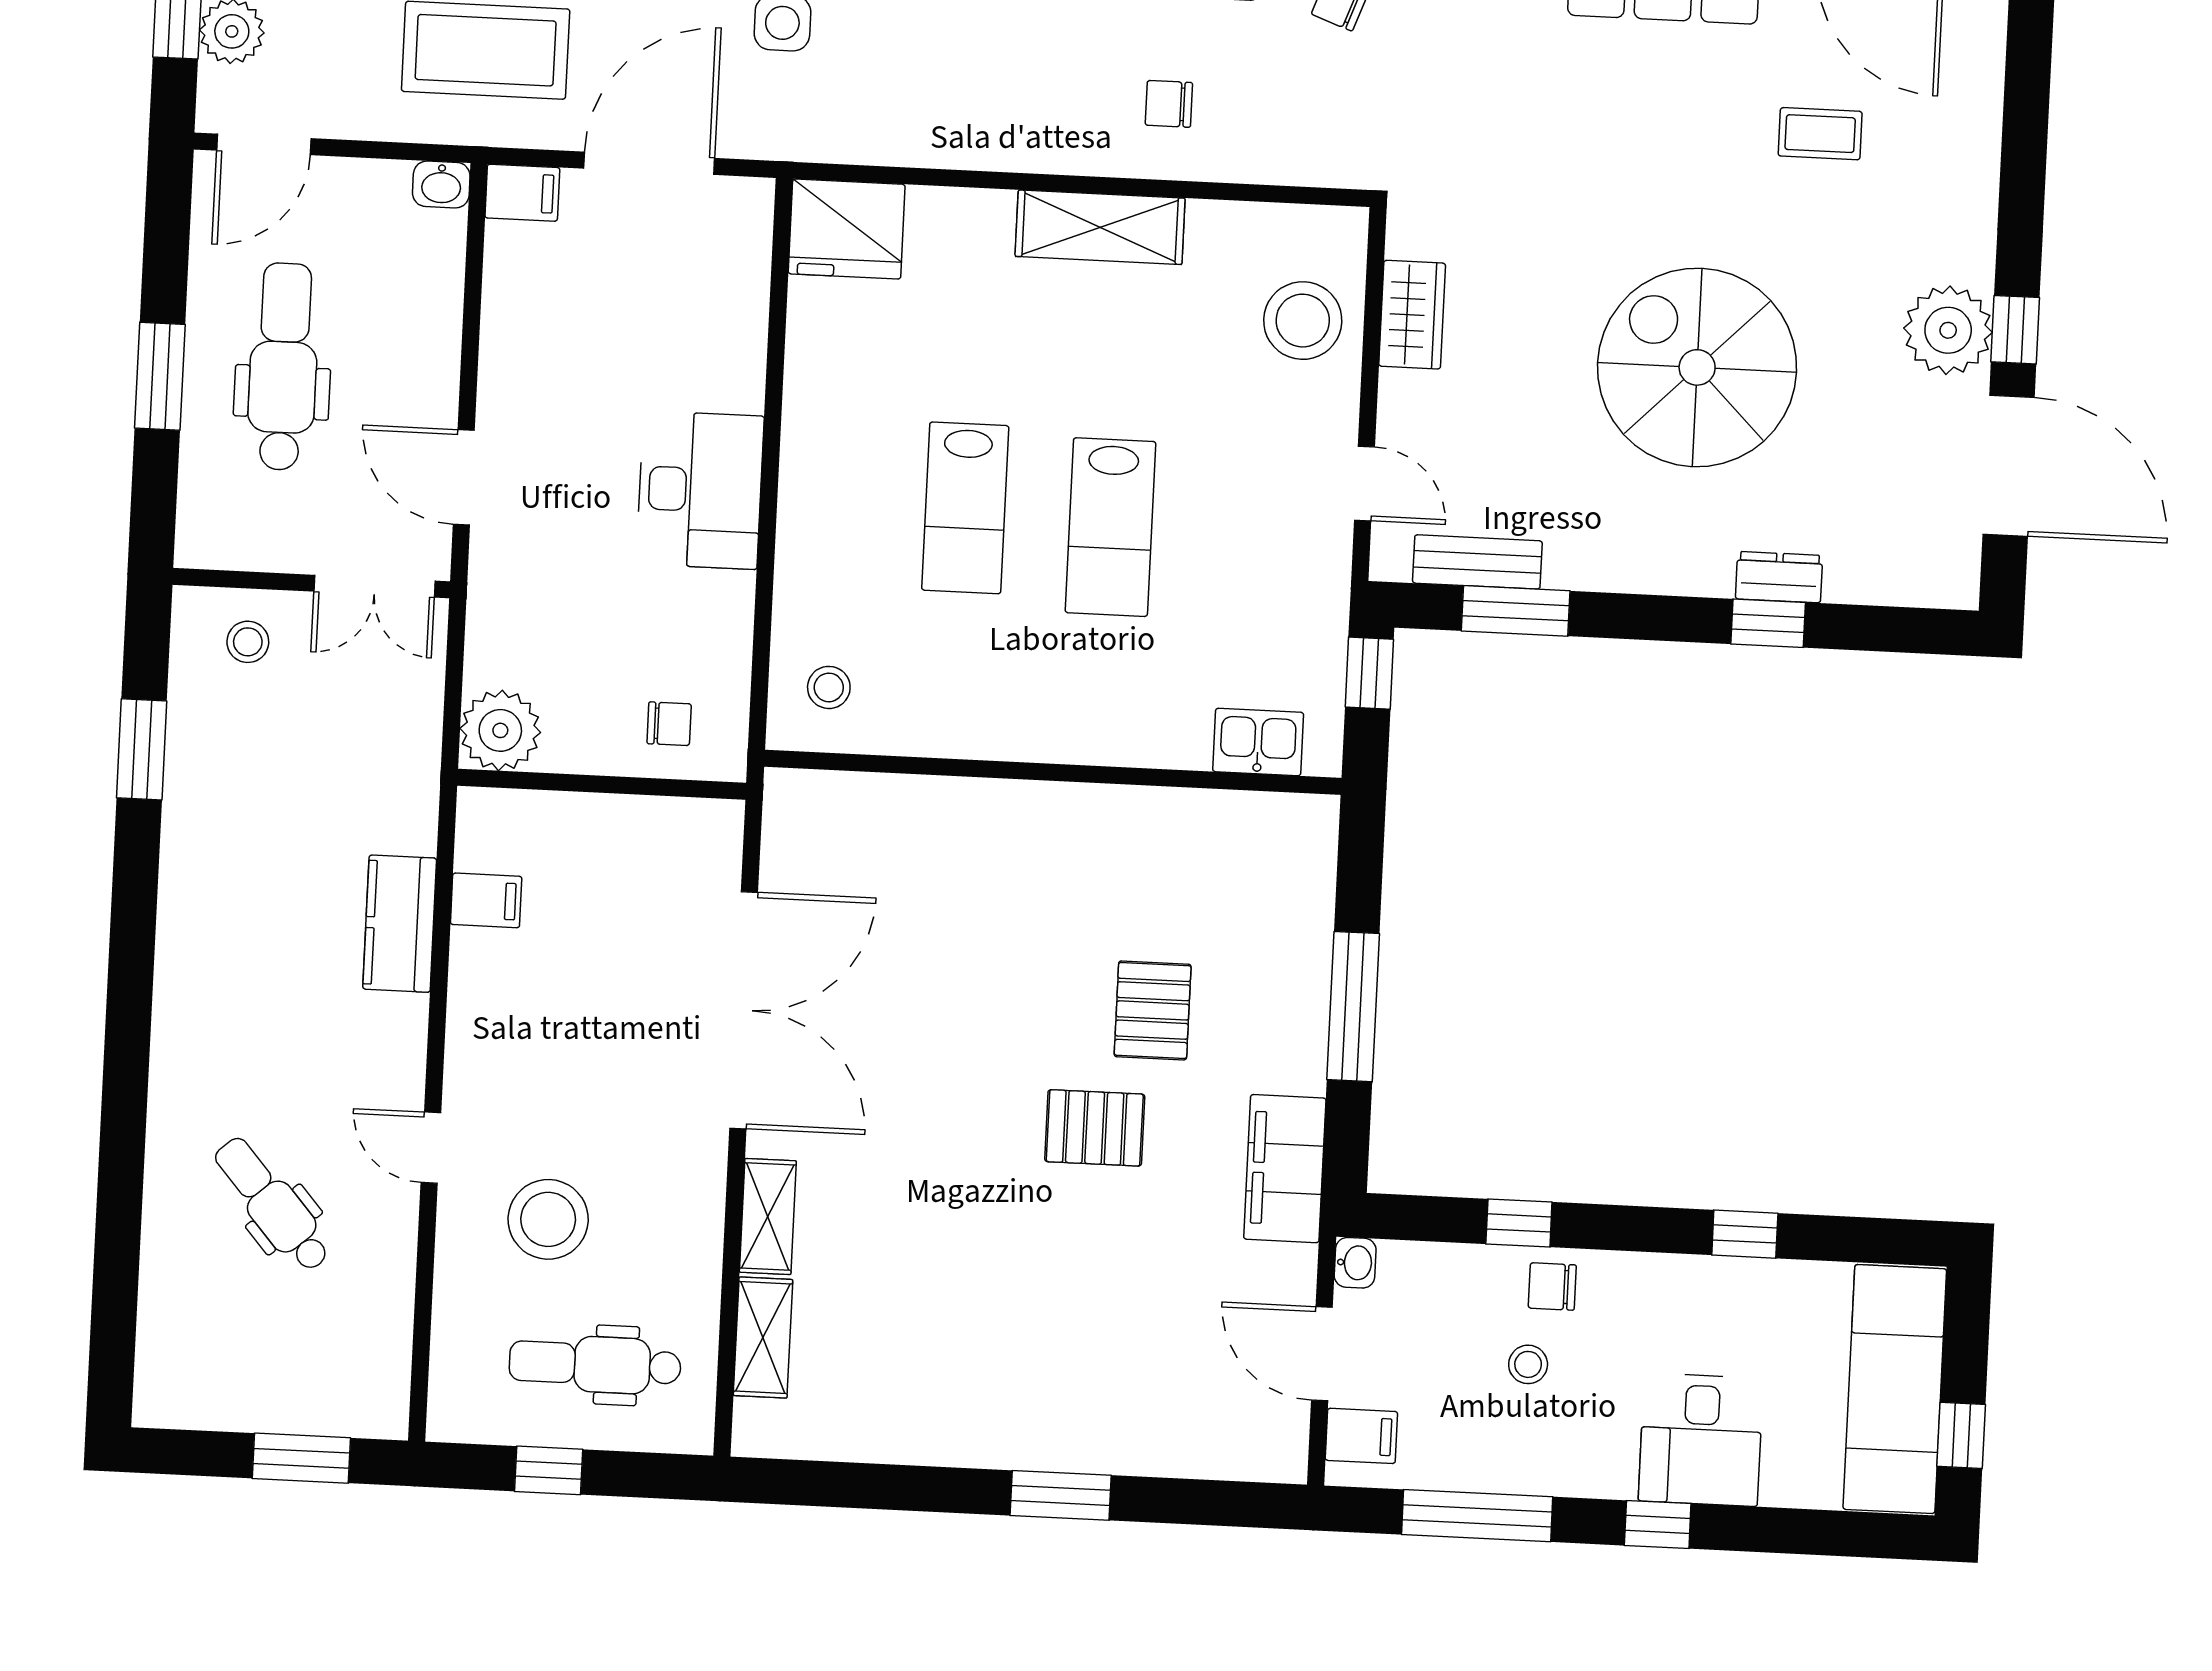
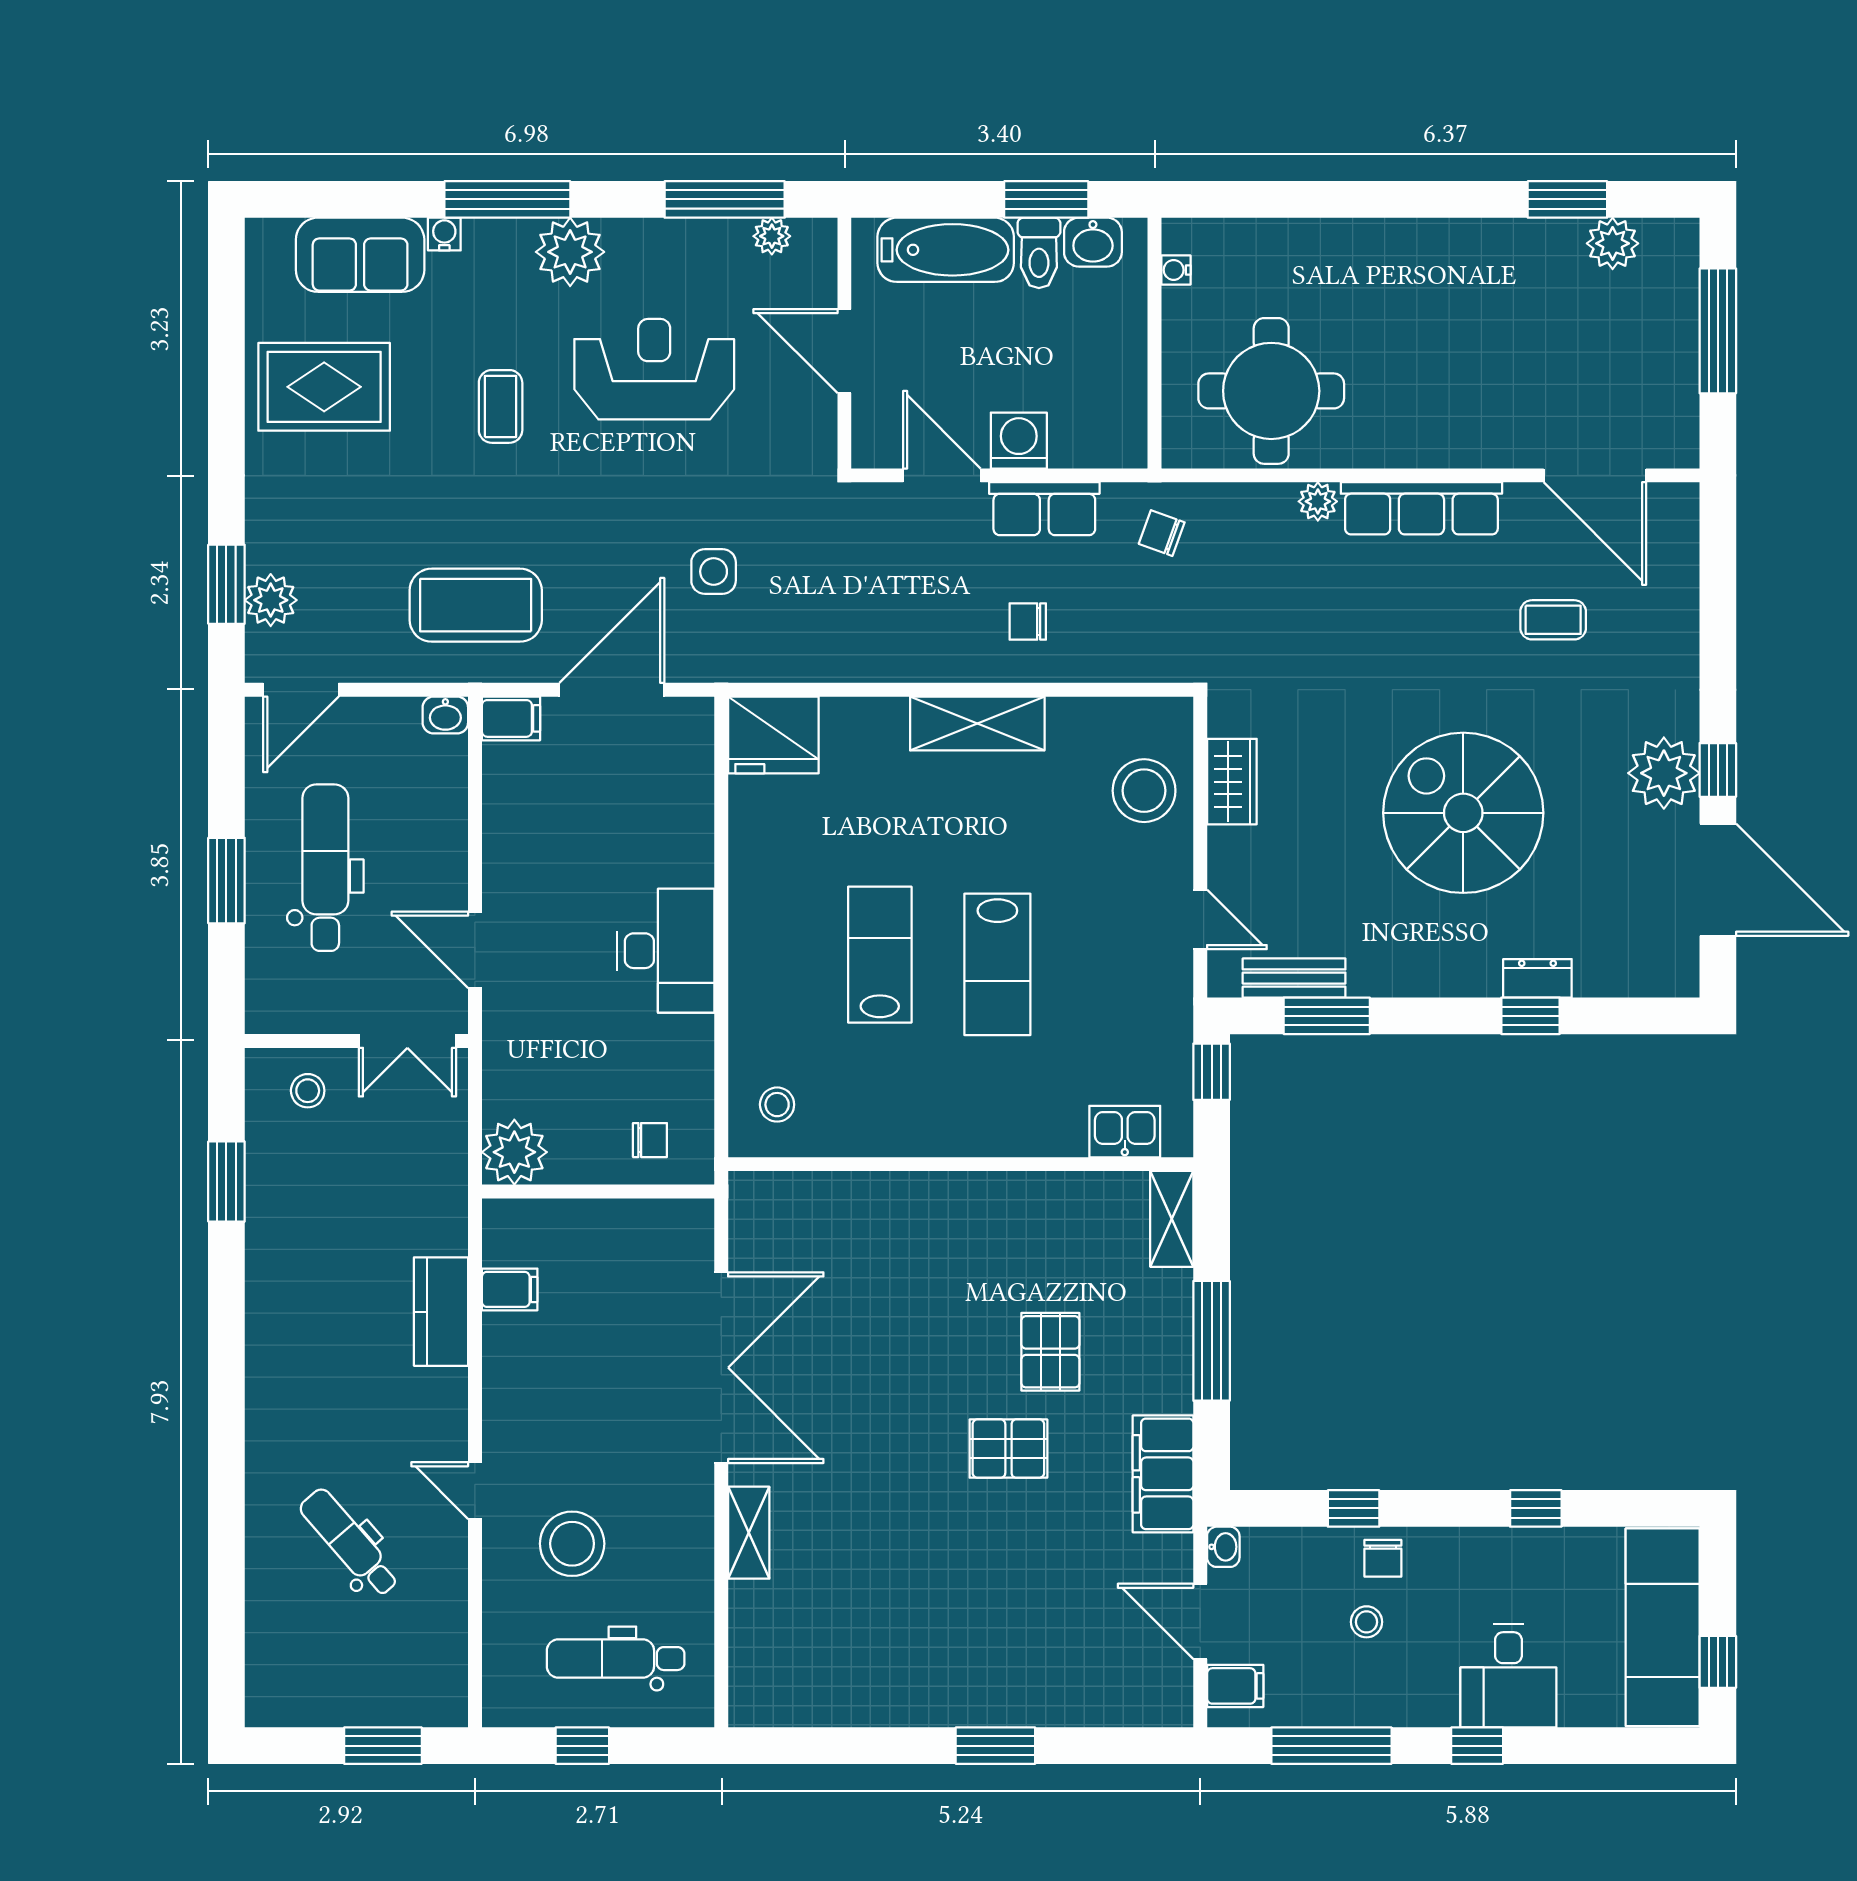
lab bench: (965, 508) -> (880, 955), turned 180
chair: (1552, 1286) -> (1383, 1558), turned -90
shelving: (763, 1338) -> (1172, 1219), moved

